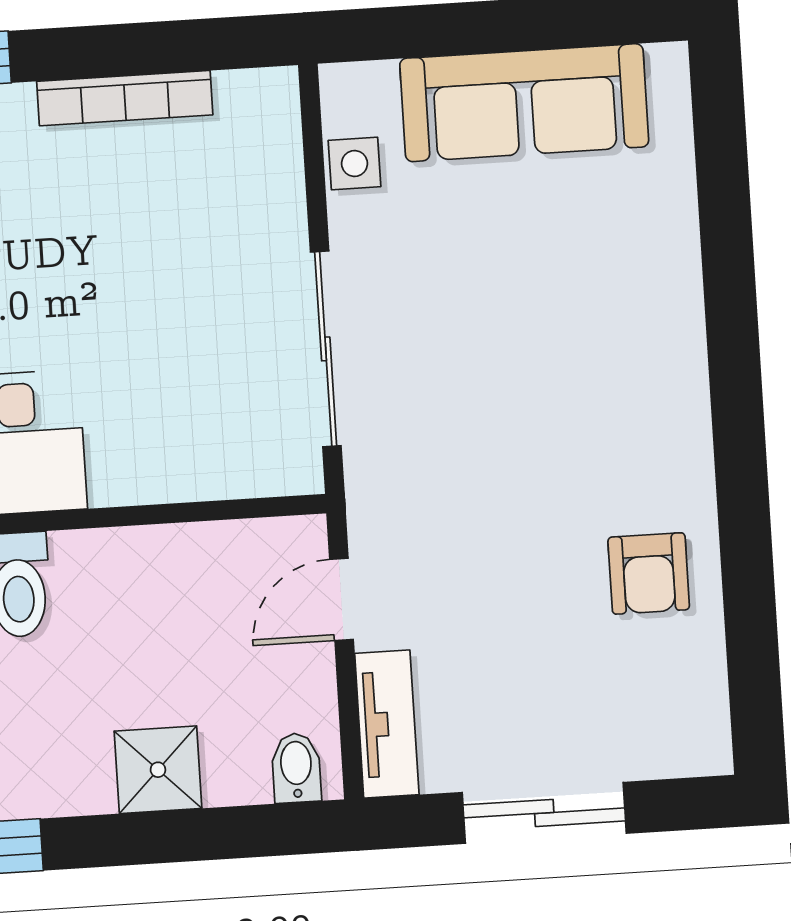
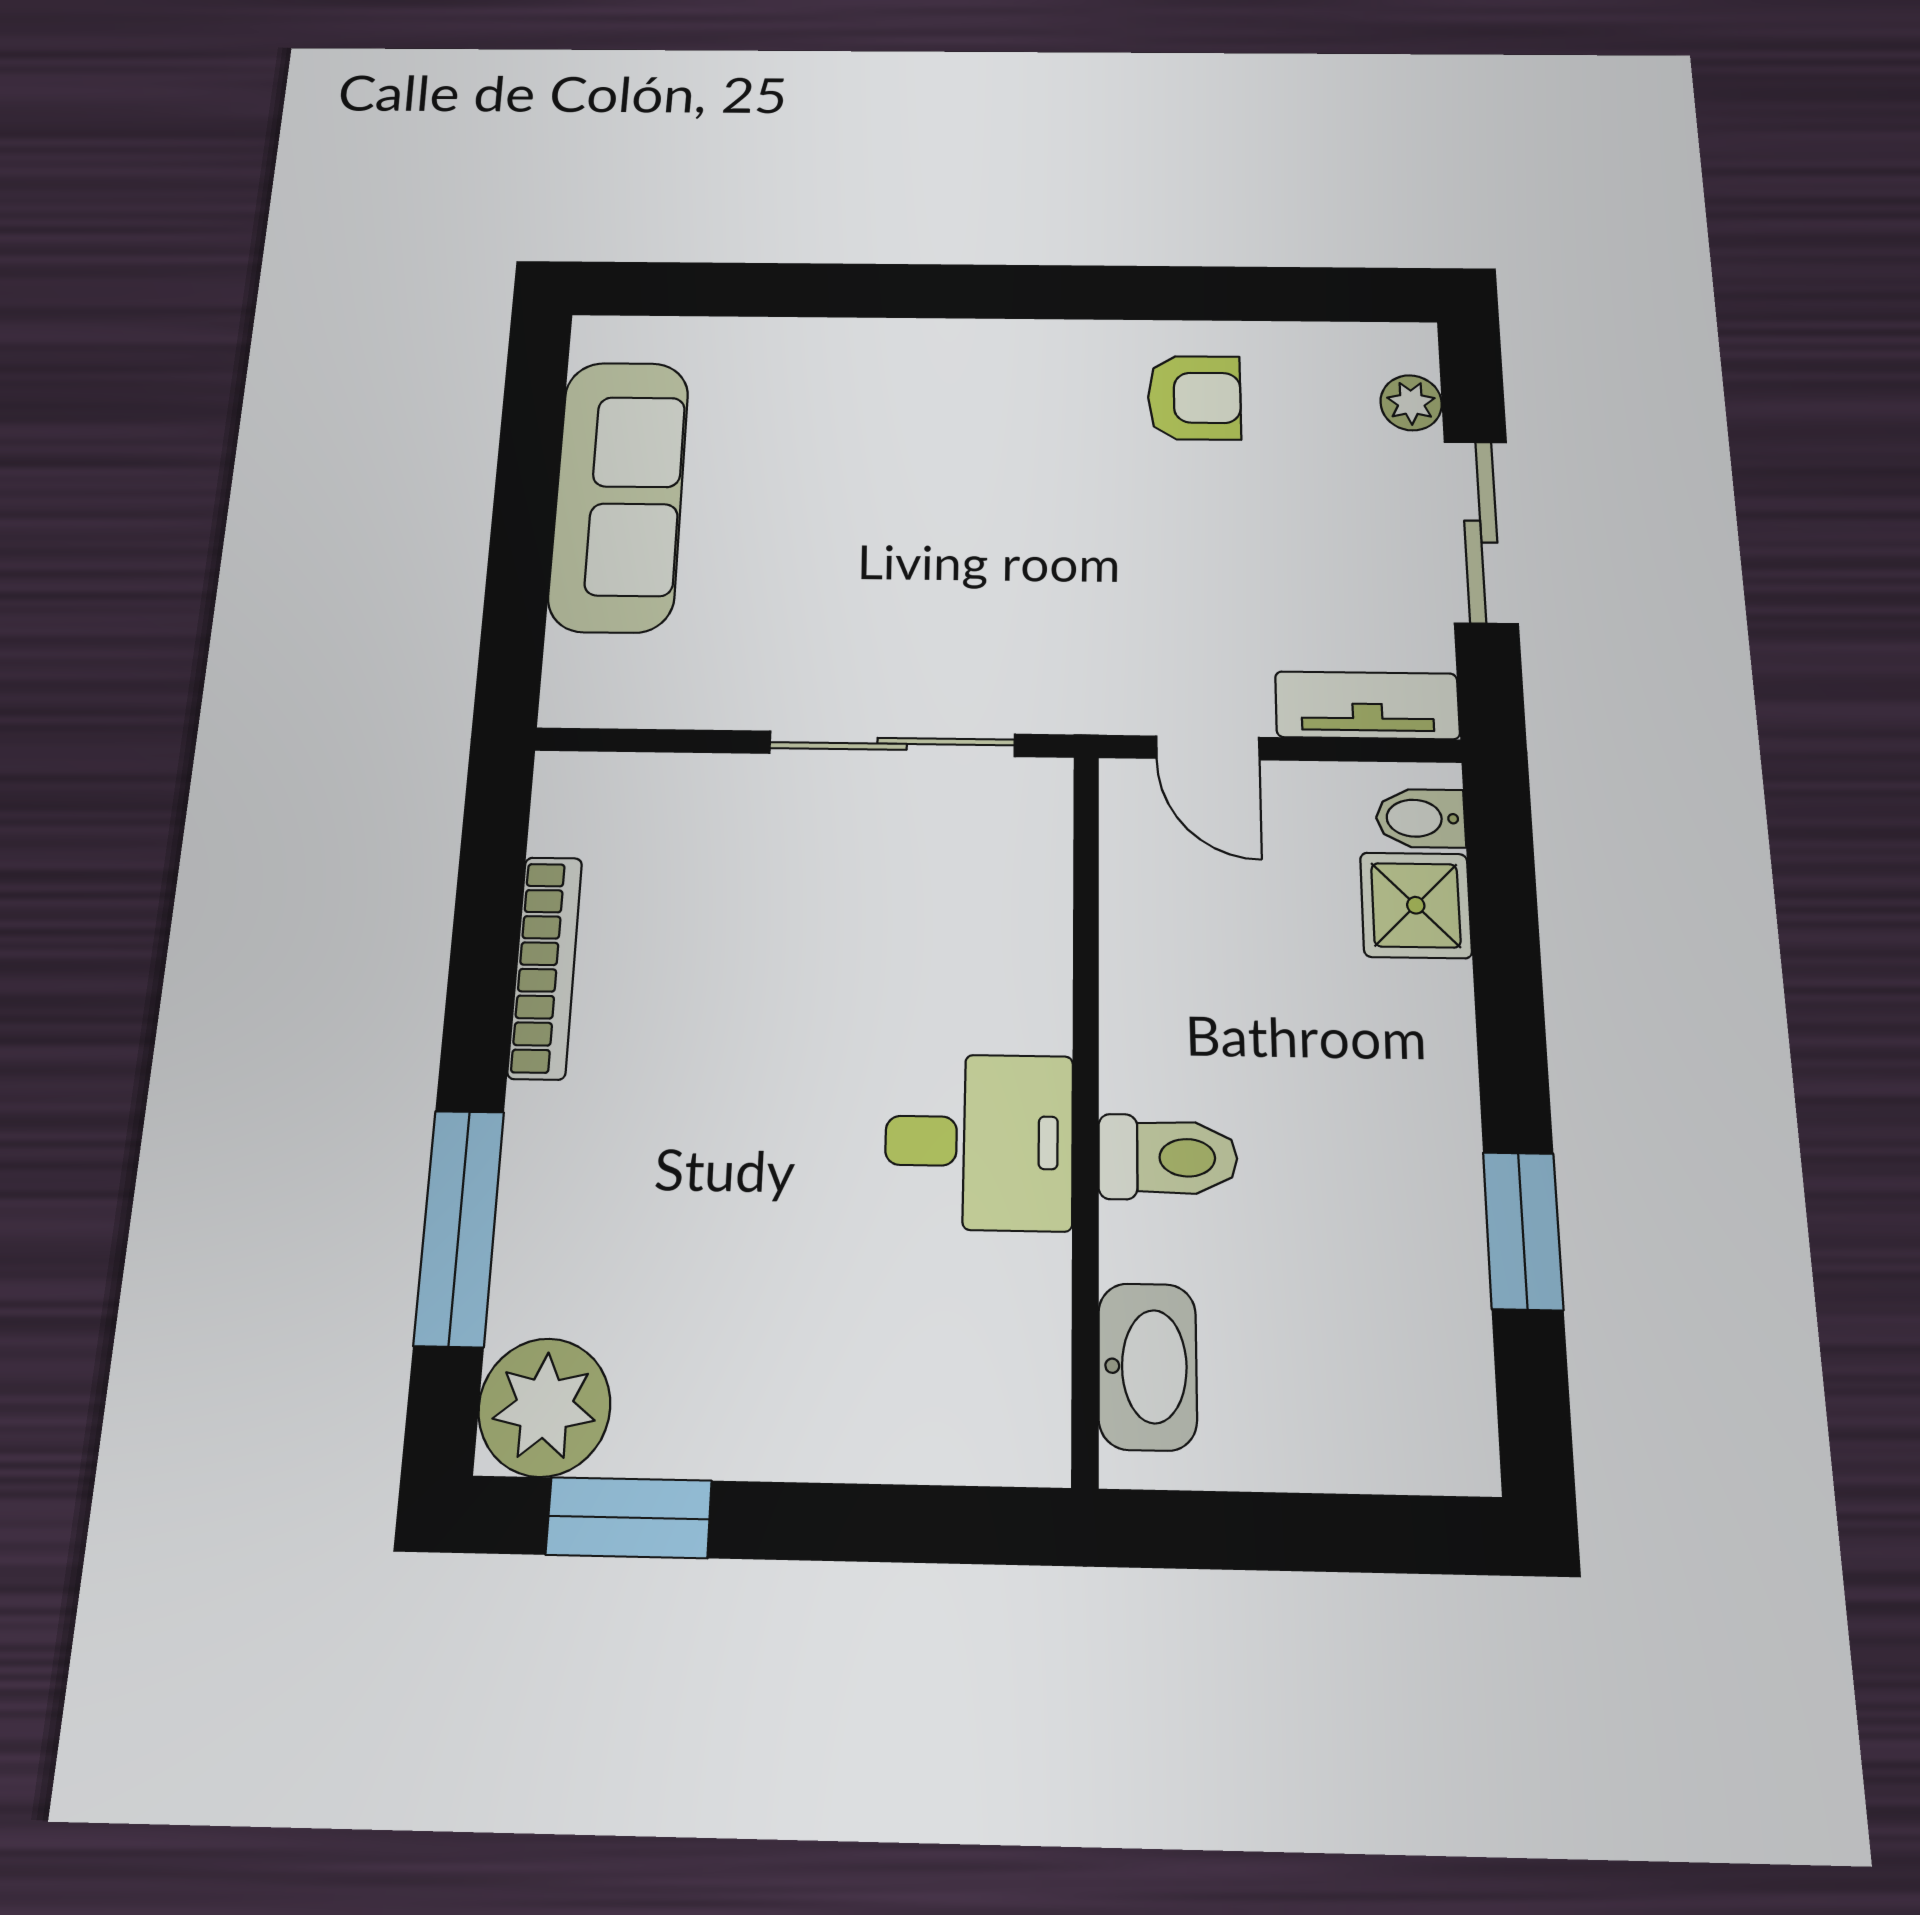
side table: (355, 163) -> (666, 693), removed
plant: (657, 754) -> (1411, 403), added
shower: (158, 770) -> (1416, 905), moved

